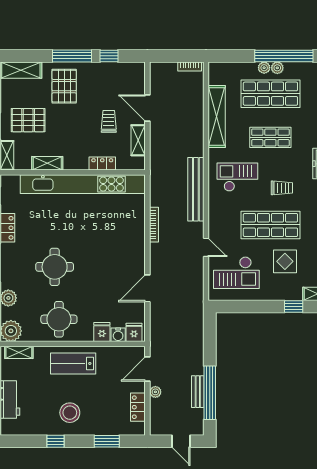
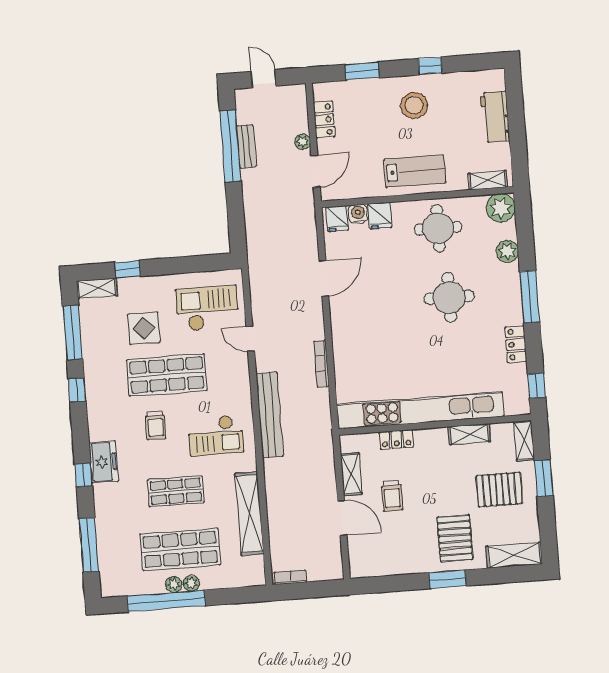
window: (72, 56) -> (448, 579), width x0.69
window: (109, 56) -> (399, 583), removed
trolley: (282, 188) -> (156, 425), turned -90

